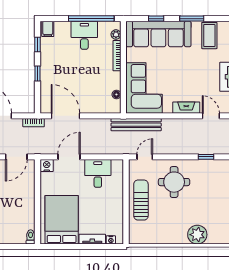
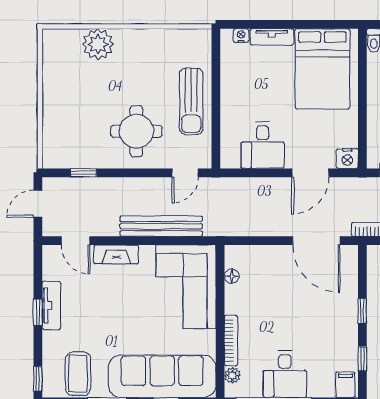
bench: (136, 125) -> (161, 226), moved

